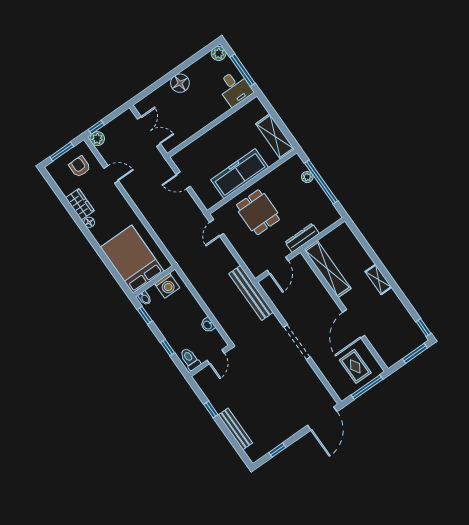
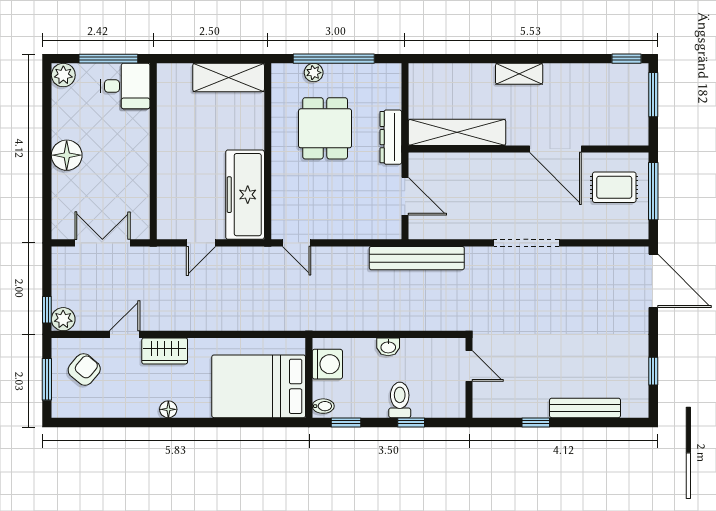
armchair: (80, 167) -> (84, 369), turned 130
freezer: (240, 174) -> (245, 195), moved
wardrobe: (80, 204) -> (165, 351), moved, turned 180
dining table: (258, 212) -> (325, 128), moved, turned 90
washbasin: (208, 325) -> (388, 347), moved
toilet: (190, 359) -> (400, 400), moved, turned 90

